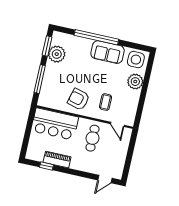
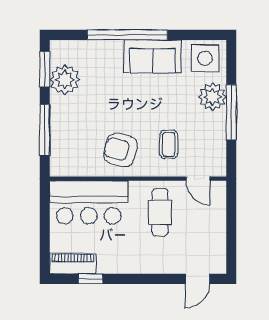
window: (144, 92) -> (231, 112), added
piano: (57, 160) -> (73, 264), moved

